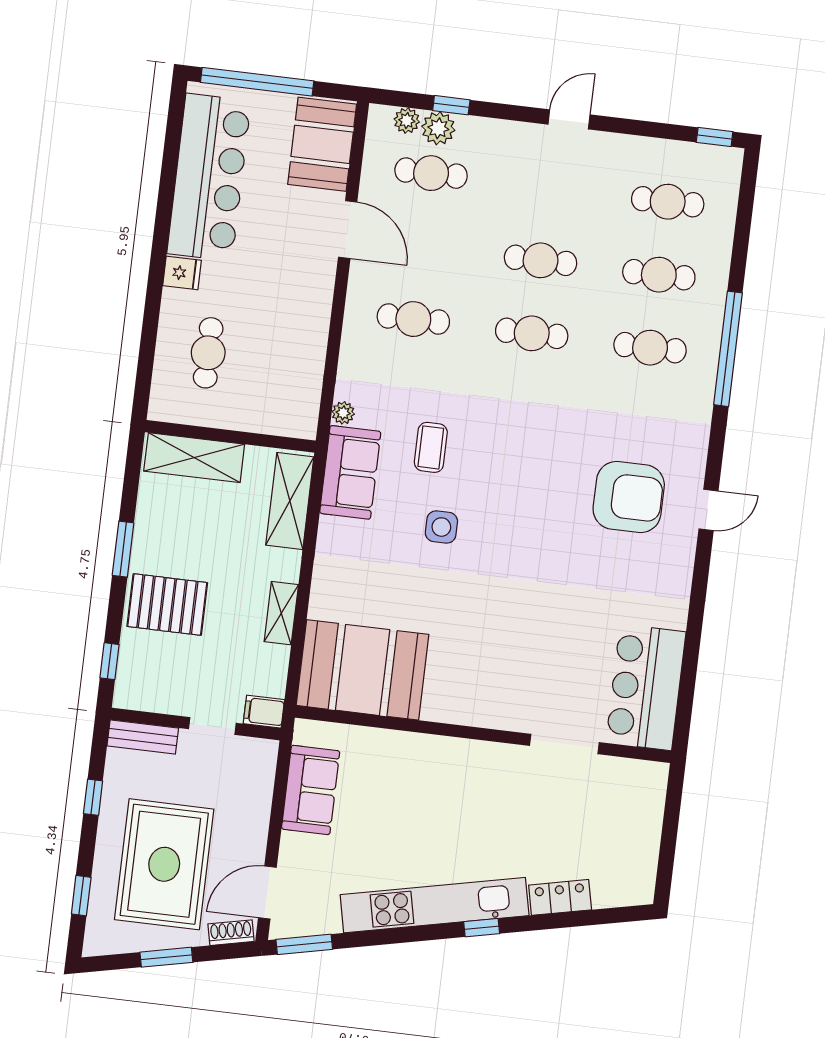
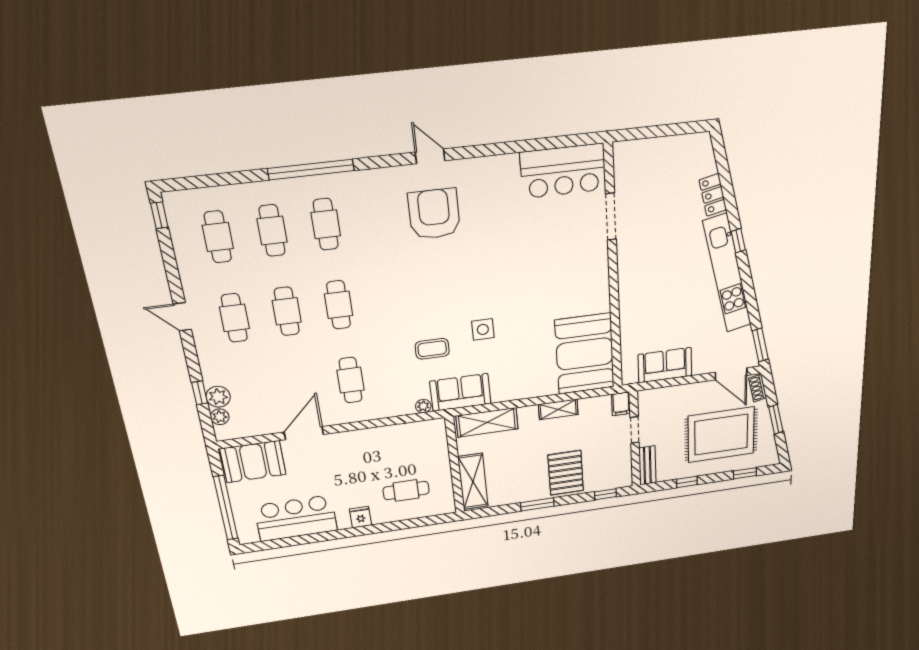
cafe table: (431, 173) -> (234, 318), moved
bar counter: (209, 177) -> (296, 518), width x0.73

